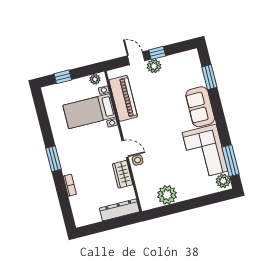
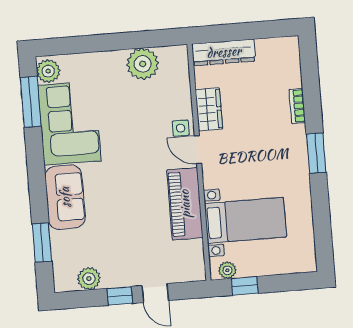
plant: (154, 66) -> (89, 279), moved
window: (63, 77) -> (245, 286), moved
piano: (123, 98) -> (185, 204), moved

